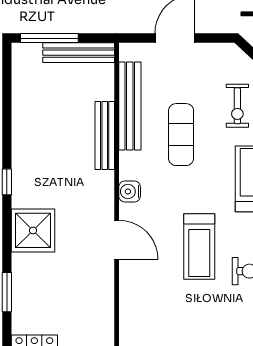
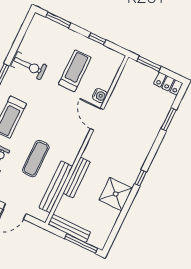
water cooler: (130, 191) -> (100, 96), moved
shower: (33, 230) -> (116, 194), moved
treadmill: (199, 246) -> (75, 71), moved

